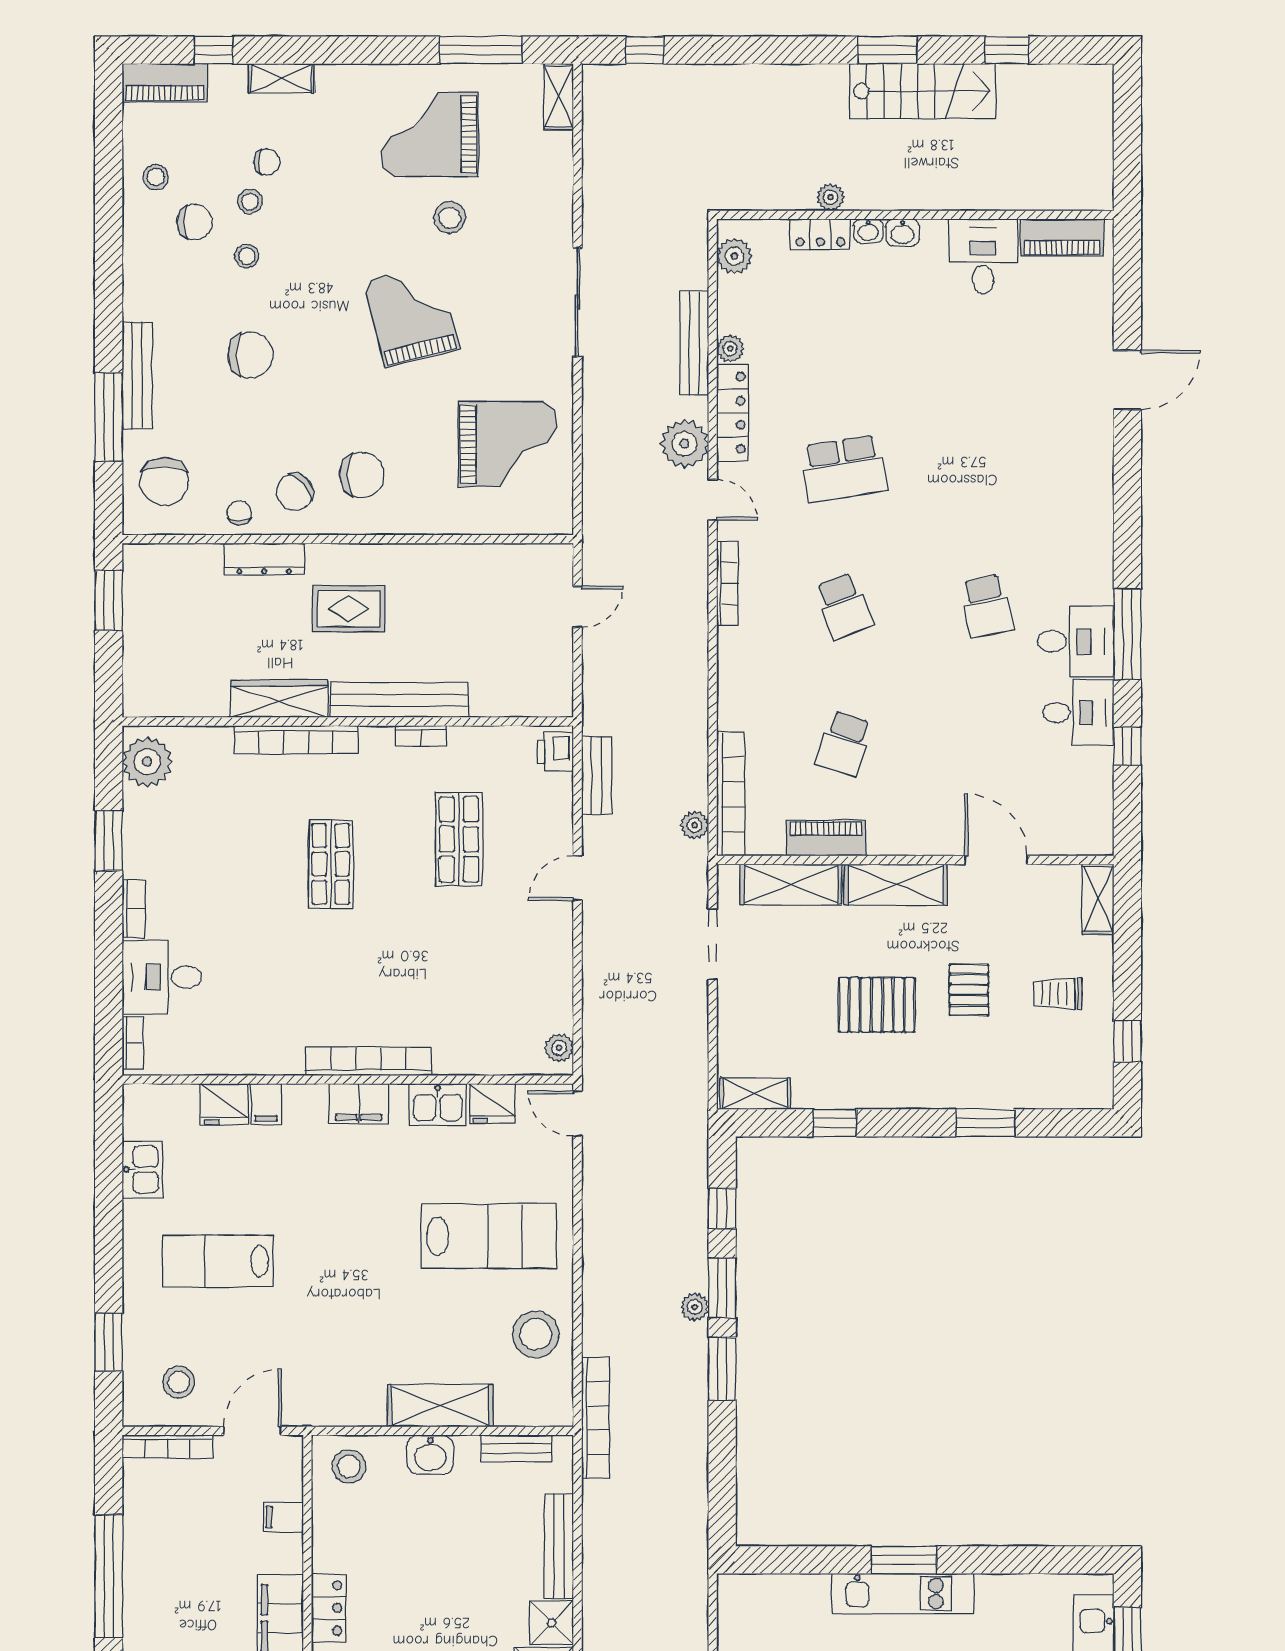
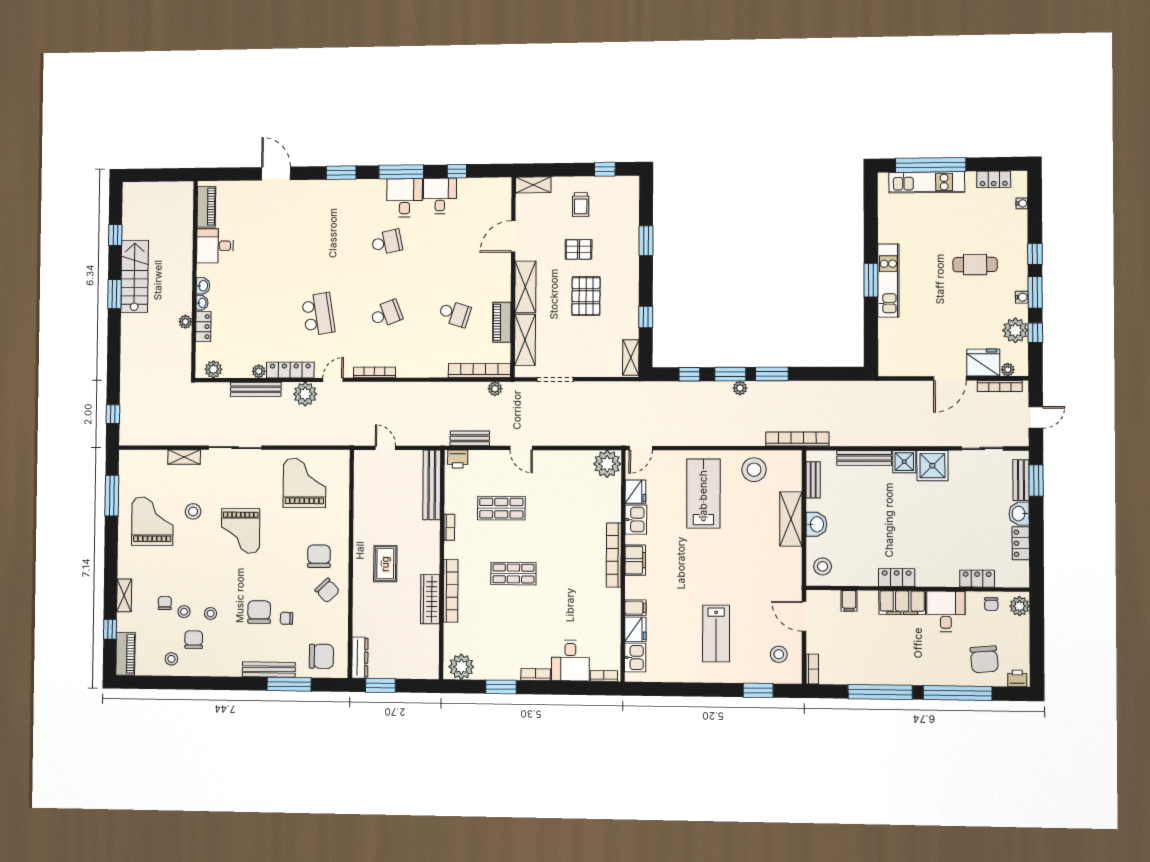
shelving: (559, 97) -> (184, 457), moved
grand piano: (430, 134) -> (152, 521), turned 180
grand piano: (412, 315) -> (241, 531), turned -76
chair: (239, 513) -> (286, 618), moved
window: (1127, 513) -> (341, 173), added
dresser: (264, 559) -> (360, 658), moved
bench: (399, 700) -> (432, 485), moved
plant: (559, 1048) -> (607, 464), width x1.87, depth x1.87
kitchen sink: (143, 1169) -> (635, 658), moved, turned 90
bookcase: (167, 1446) -> (812, 669), width x0.64

